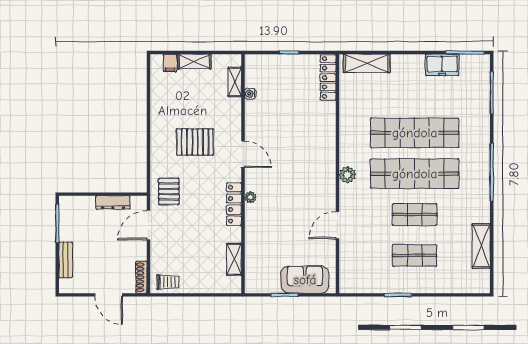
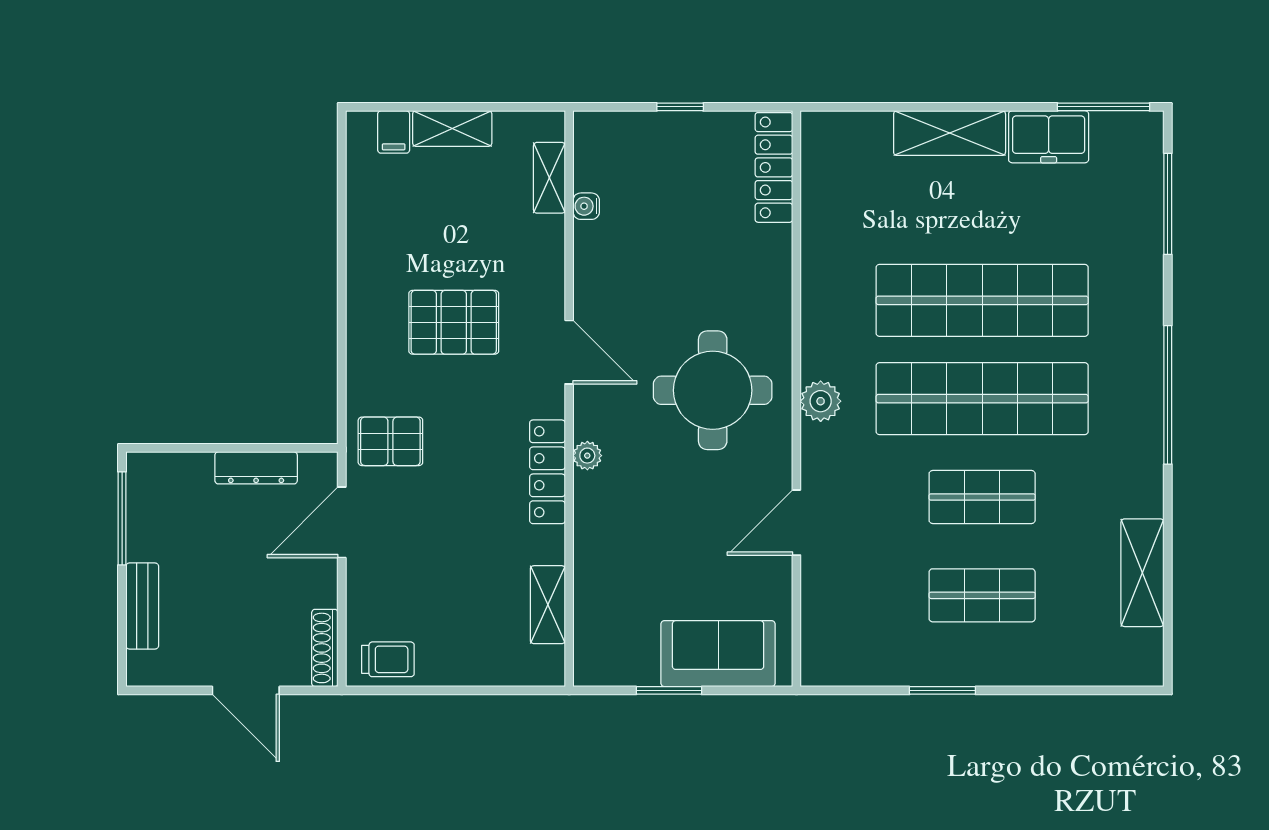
shelving: (367, 63) -> (950, 133), moved
round table: (303, 170) -> (713, 390), added
pallet: (169, 191) -> (390, 441), turned 90

